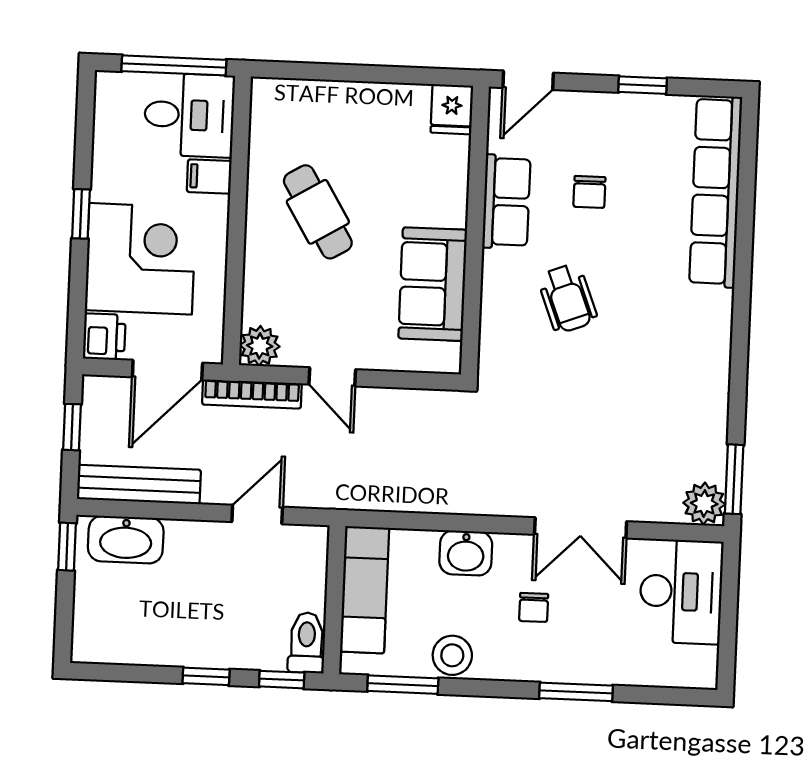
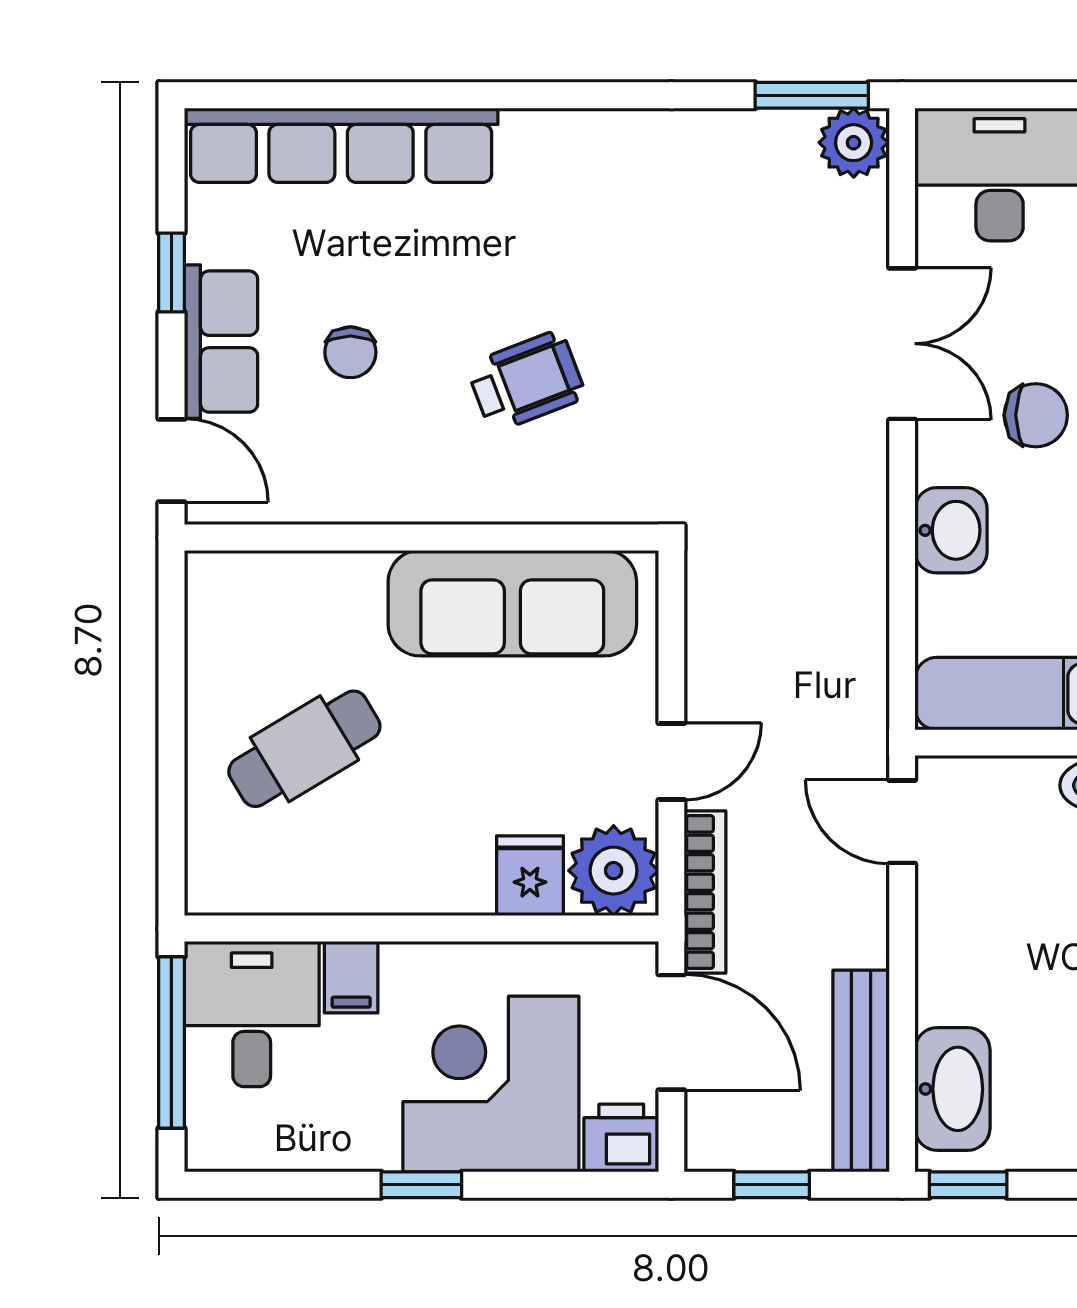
fridge: (452, 109) -> (530, 876), moved, turned -90
chair: (589, 192) -> (350, 352), turned 90
row of seats: (506, 202) -> (221, 342), moved, turned 90
cafe table: (318, 212) -> (304, 749), moved
sofa: (433, 284) -> (512, 603), width x1.36
plant: (260, 346) -> (614, 871), width x1.36, depth x1.36
door: (257, 514) -> (902, 822), moved
chair: (534, 607) -> (1036, 415), width x1.37, depth x1.37

